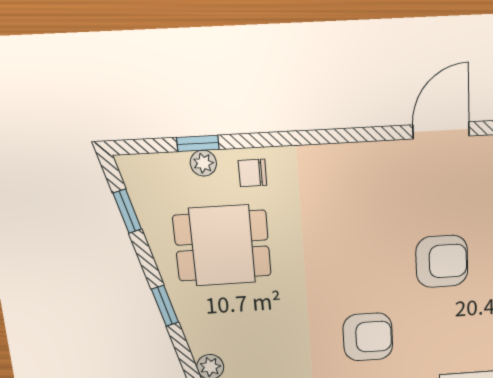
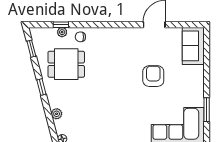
armchair: (442, 261) -> (153, 76), turned -90
armchair: (368, 337) -> (122, 106), removed

